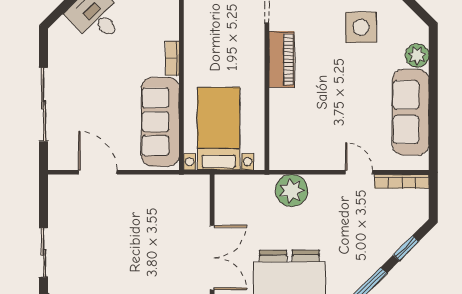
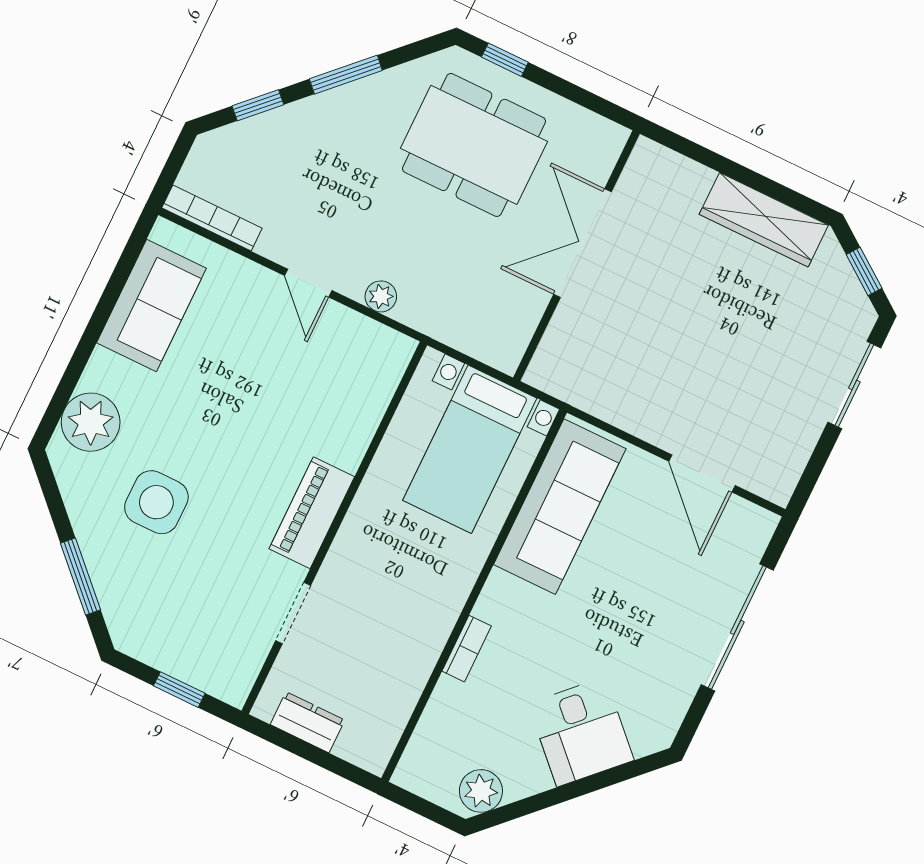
plant: (417, 56) -> (91, 422), width x1.36, depth x1.36
bookcase: (172, 58) -> (467, 649), moved
sofa: (411, 112) -> (151, 306), width x0.73
door: (359, 172) -> (308, 283), moved
plant: (292, 191) -> (381, 296), width x0.53, depth x0.53

